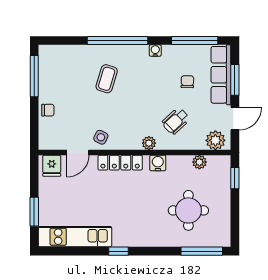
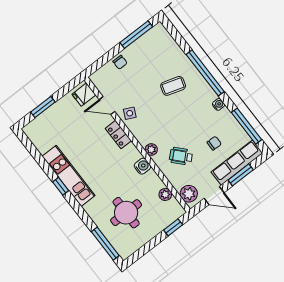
locker: (120, 163) -> (118, 135), width x0.66
kitchen unit: (75, 237) -> (69, 176), moved

